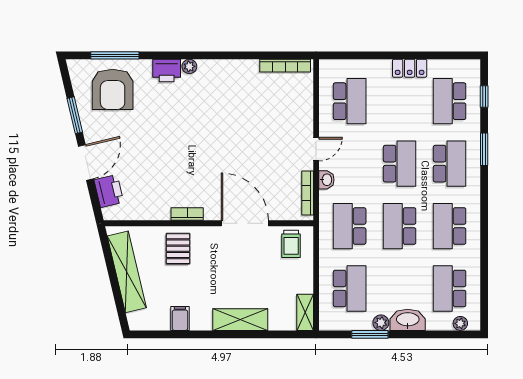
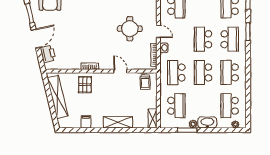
round table: (262, 144) -> (130, 29), added
door: (316, 149) -> (158, 31), hinge flipped
school desk: (400, 164) -> (203, 39), turned 180
door: (245, 223) -> (121, 71), width x0.53

